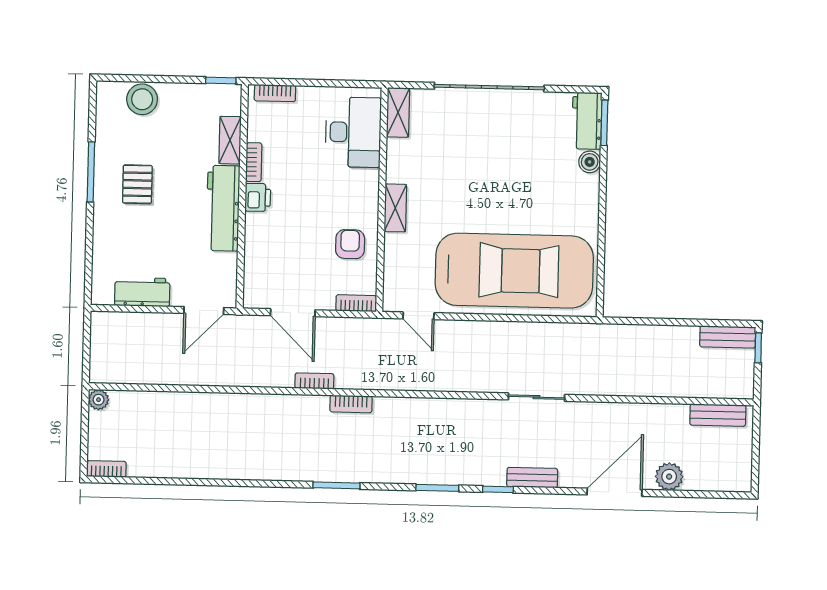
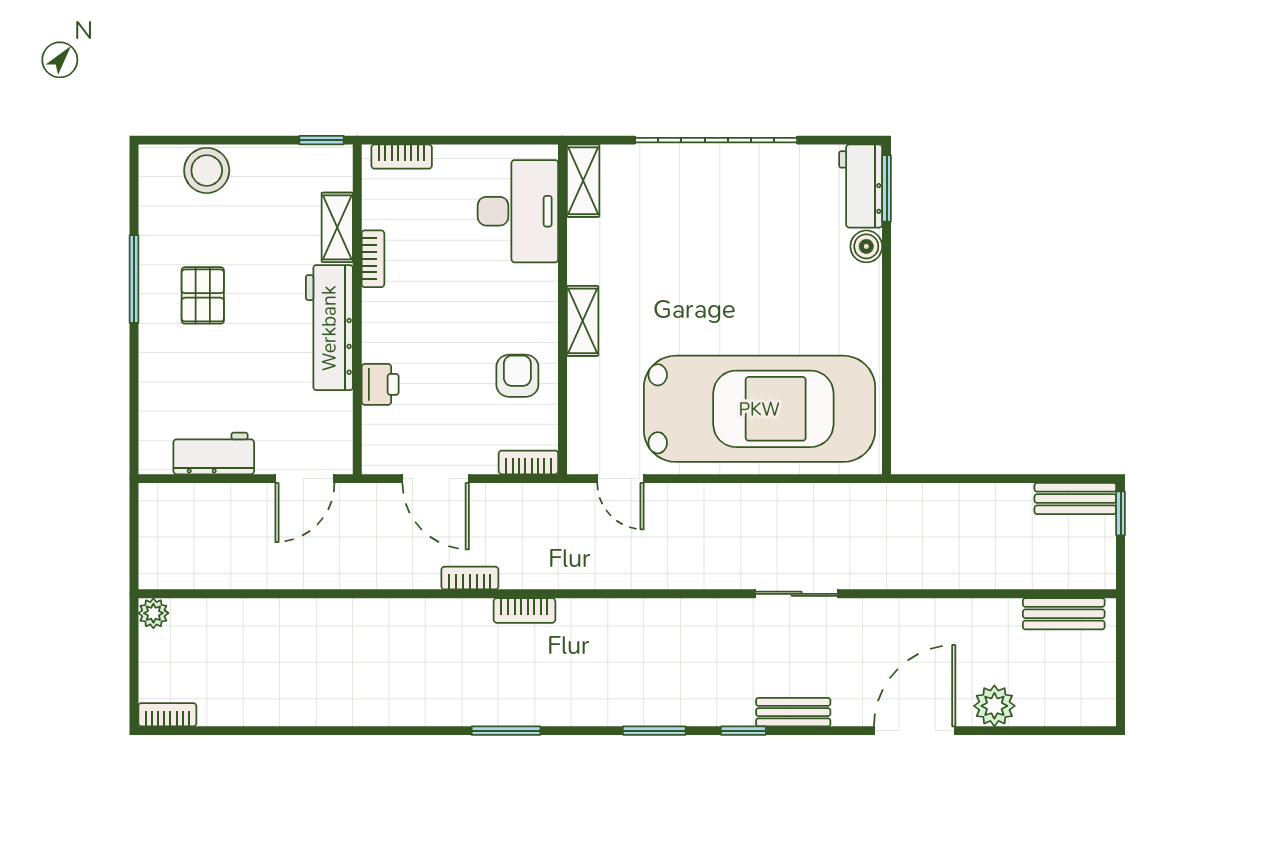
printer: (258, 197) -> (380, 384), moved

